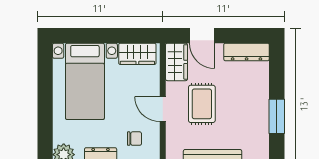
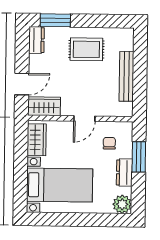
dresser: (247, 52) -> (36, 40), width x0.70
rug: (202, 104) -> (86, 49), moved
window: (277, 116) -> (55, 20), moved

